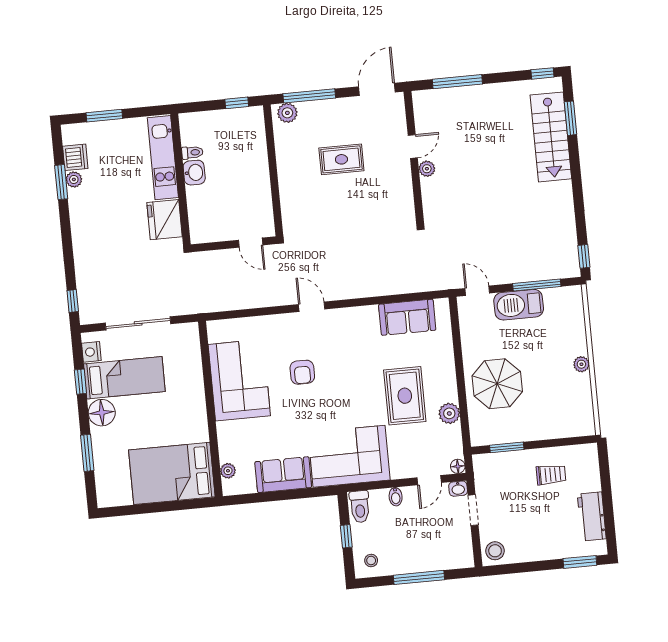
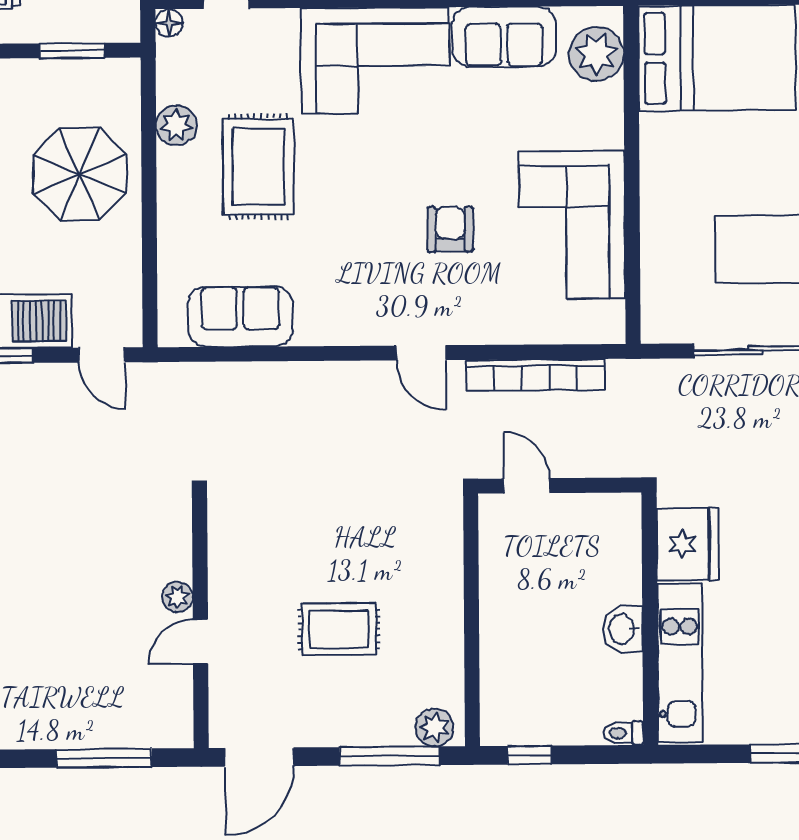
toilet: (192, 153) -> (623, 733), moved
bookcase: (251, 300) -> (535, 375), added
plant: (228, 471) -> (596, 54), width x1.88, depth x1.88

